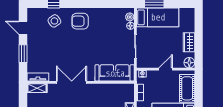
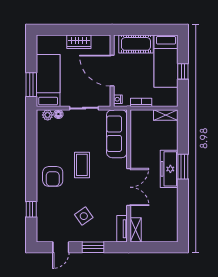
side table: (54, 21) -> (84, 216), moved
coffee table: (89, 45) -> (82, 165), added
floor lamp: (189, 63) -> (104, 41), removed
door: (166, 69) -> (112, 71), width x1.88
double door: (72, 82) -> (129, 187), swing flipped

